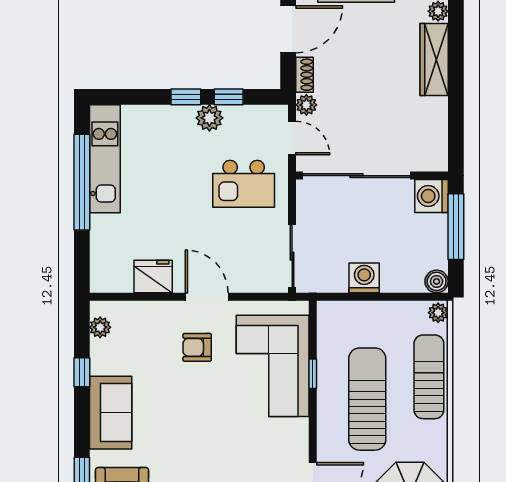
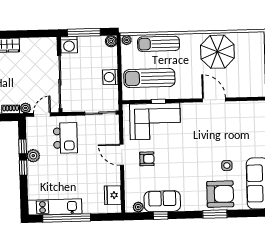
fridge: (153, 277) -> (113, 195), moved
door: (207, 297) -> (122, 155), hinge flipped
armchair: (197, 347) -> (147, 159), turned -90
sun lounger: (367, 399) -> (149, 78), moved
sofa: (111, 413) -> (162, 201), moved

